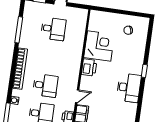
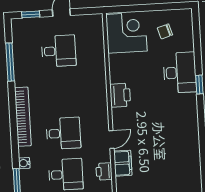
corner desk: (99, 46) -> (126, 33), moved
desk: (129, 88) -> (180, 73), moved

